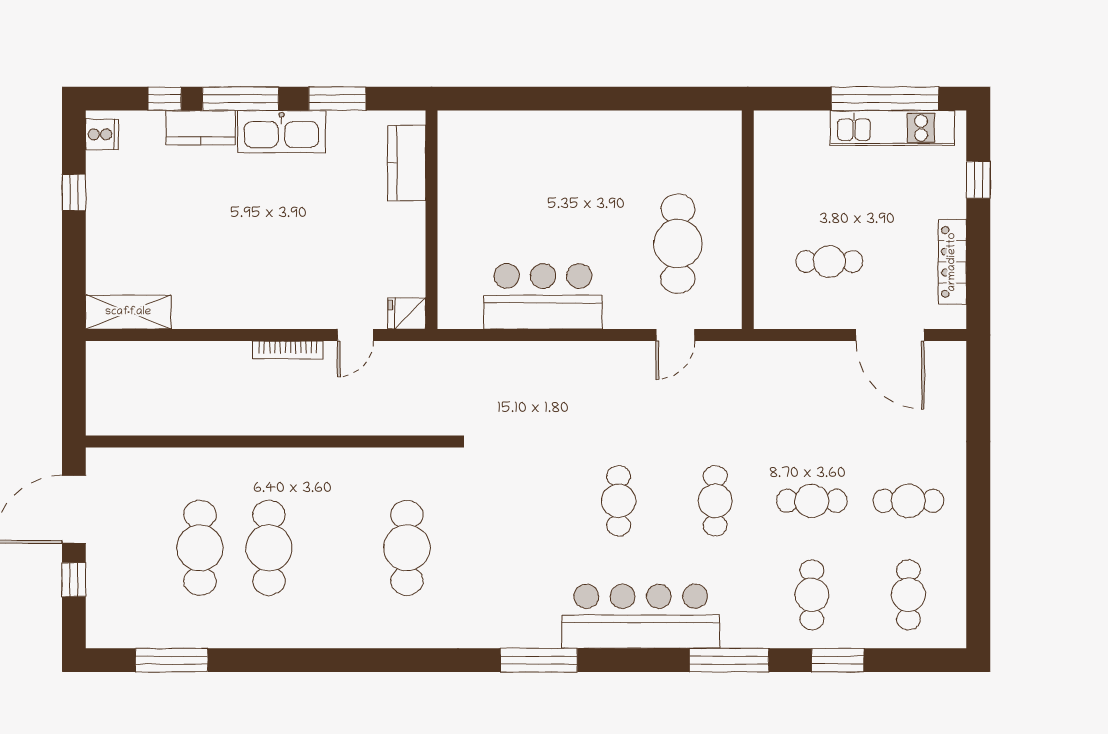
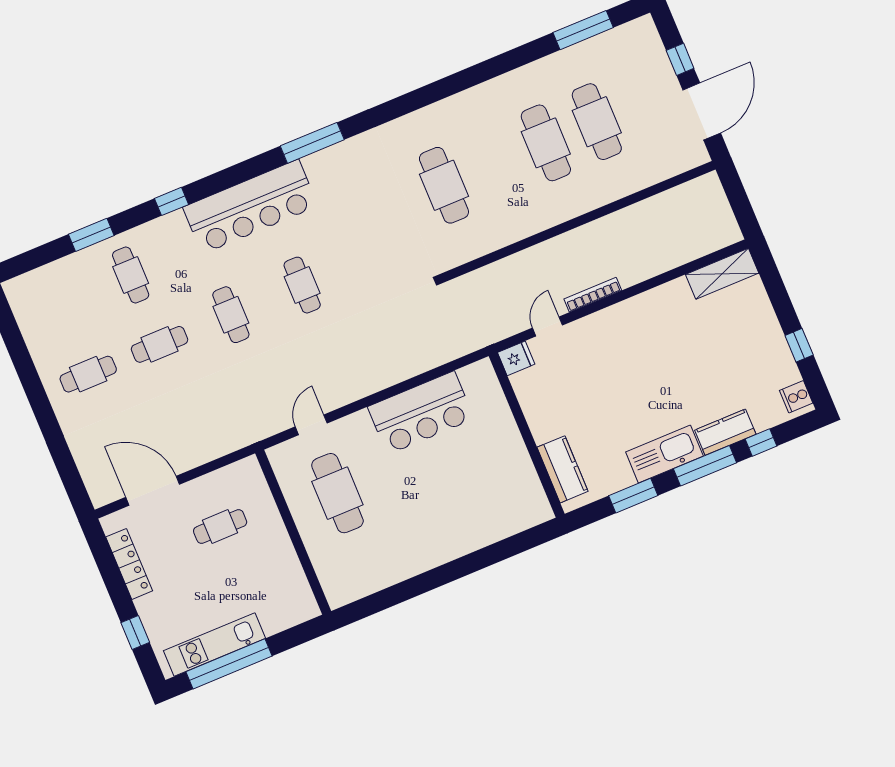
cafe table: (908, 595) -> (59, 305), removed
window: (729, 660) -> (172, 201), width x0.46

